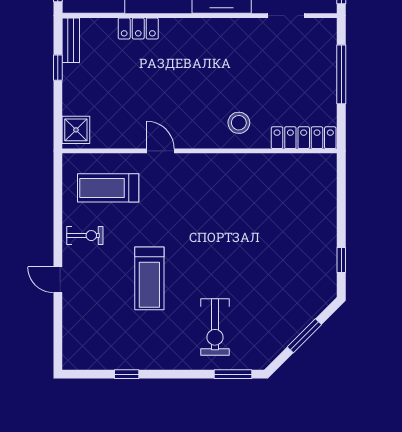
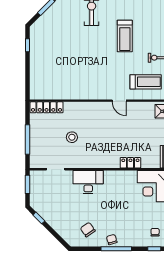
stool: (239, 123) -> (72, 137), moved
treadmill: (149, 278) -> (125, 36), turned 180

